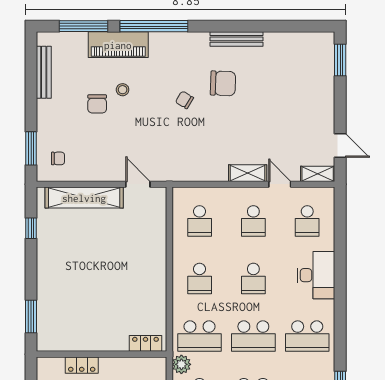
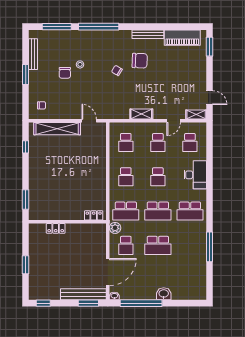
piano: (118, 45) -> (182, 38), moved
window: (31, 148) -> (26, 75), moved
shelving: (248, 173) -> (141, 114), moved
door: (280, 184) -> (174, 121), swing flipped

